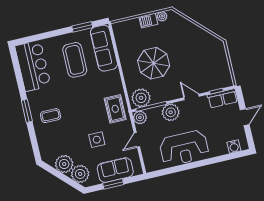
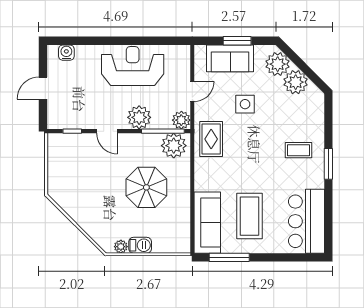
window: (82, 27) -> (229, 257), width x1.44
row of seats: (222, 98) -> (67, 120), removed

